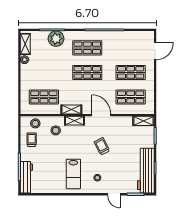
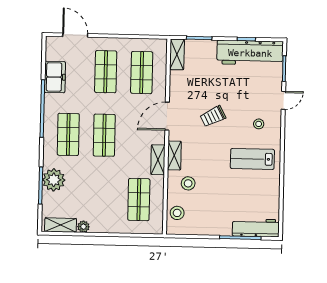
freezer: (126, 38) -> (55, 77), added
trolley: (32, 140) -> (201, 219), removed
lab bench: (73, 174) -> (252, 159), turned 180

